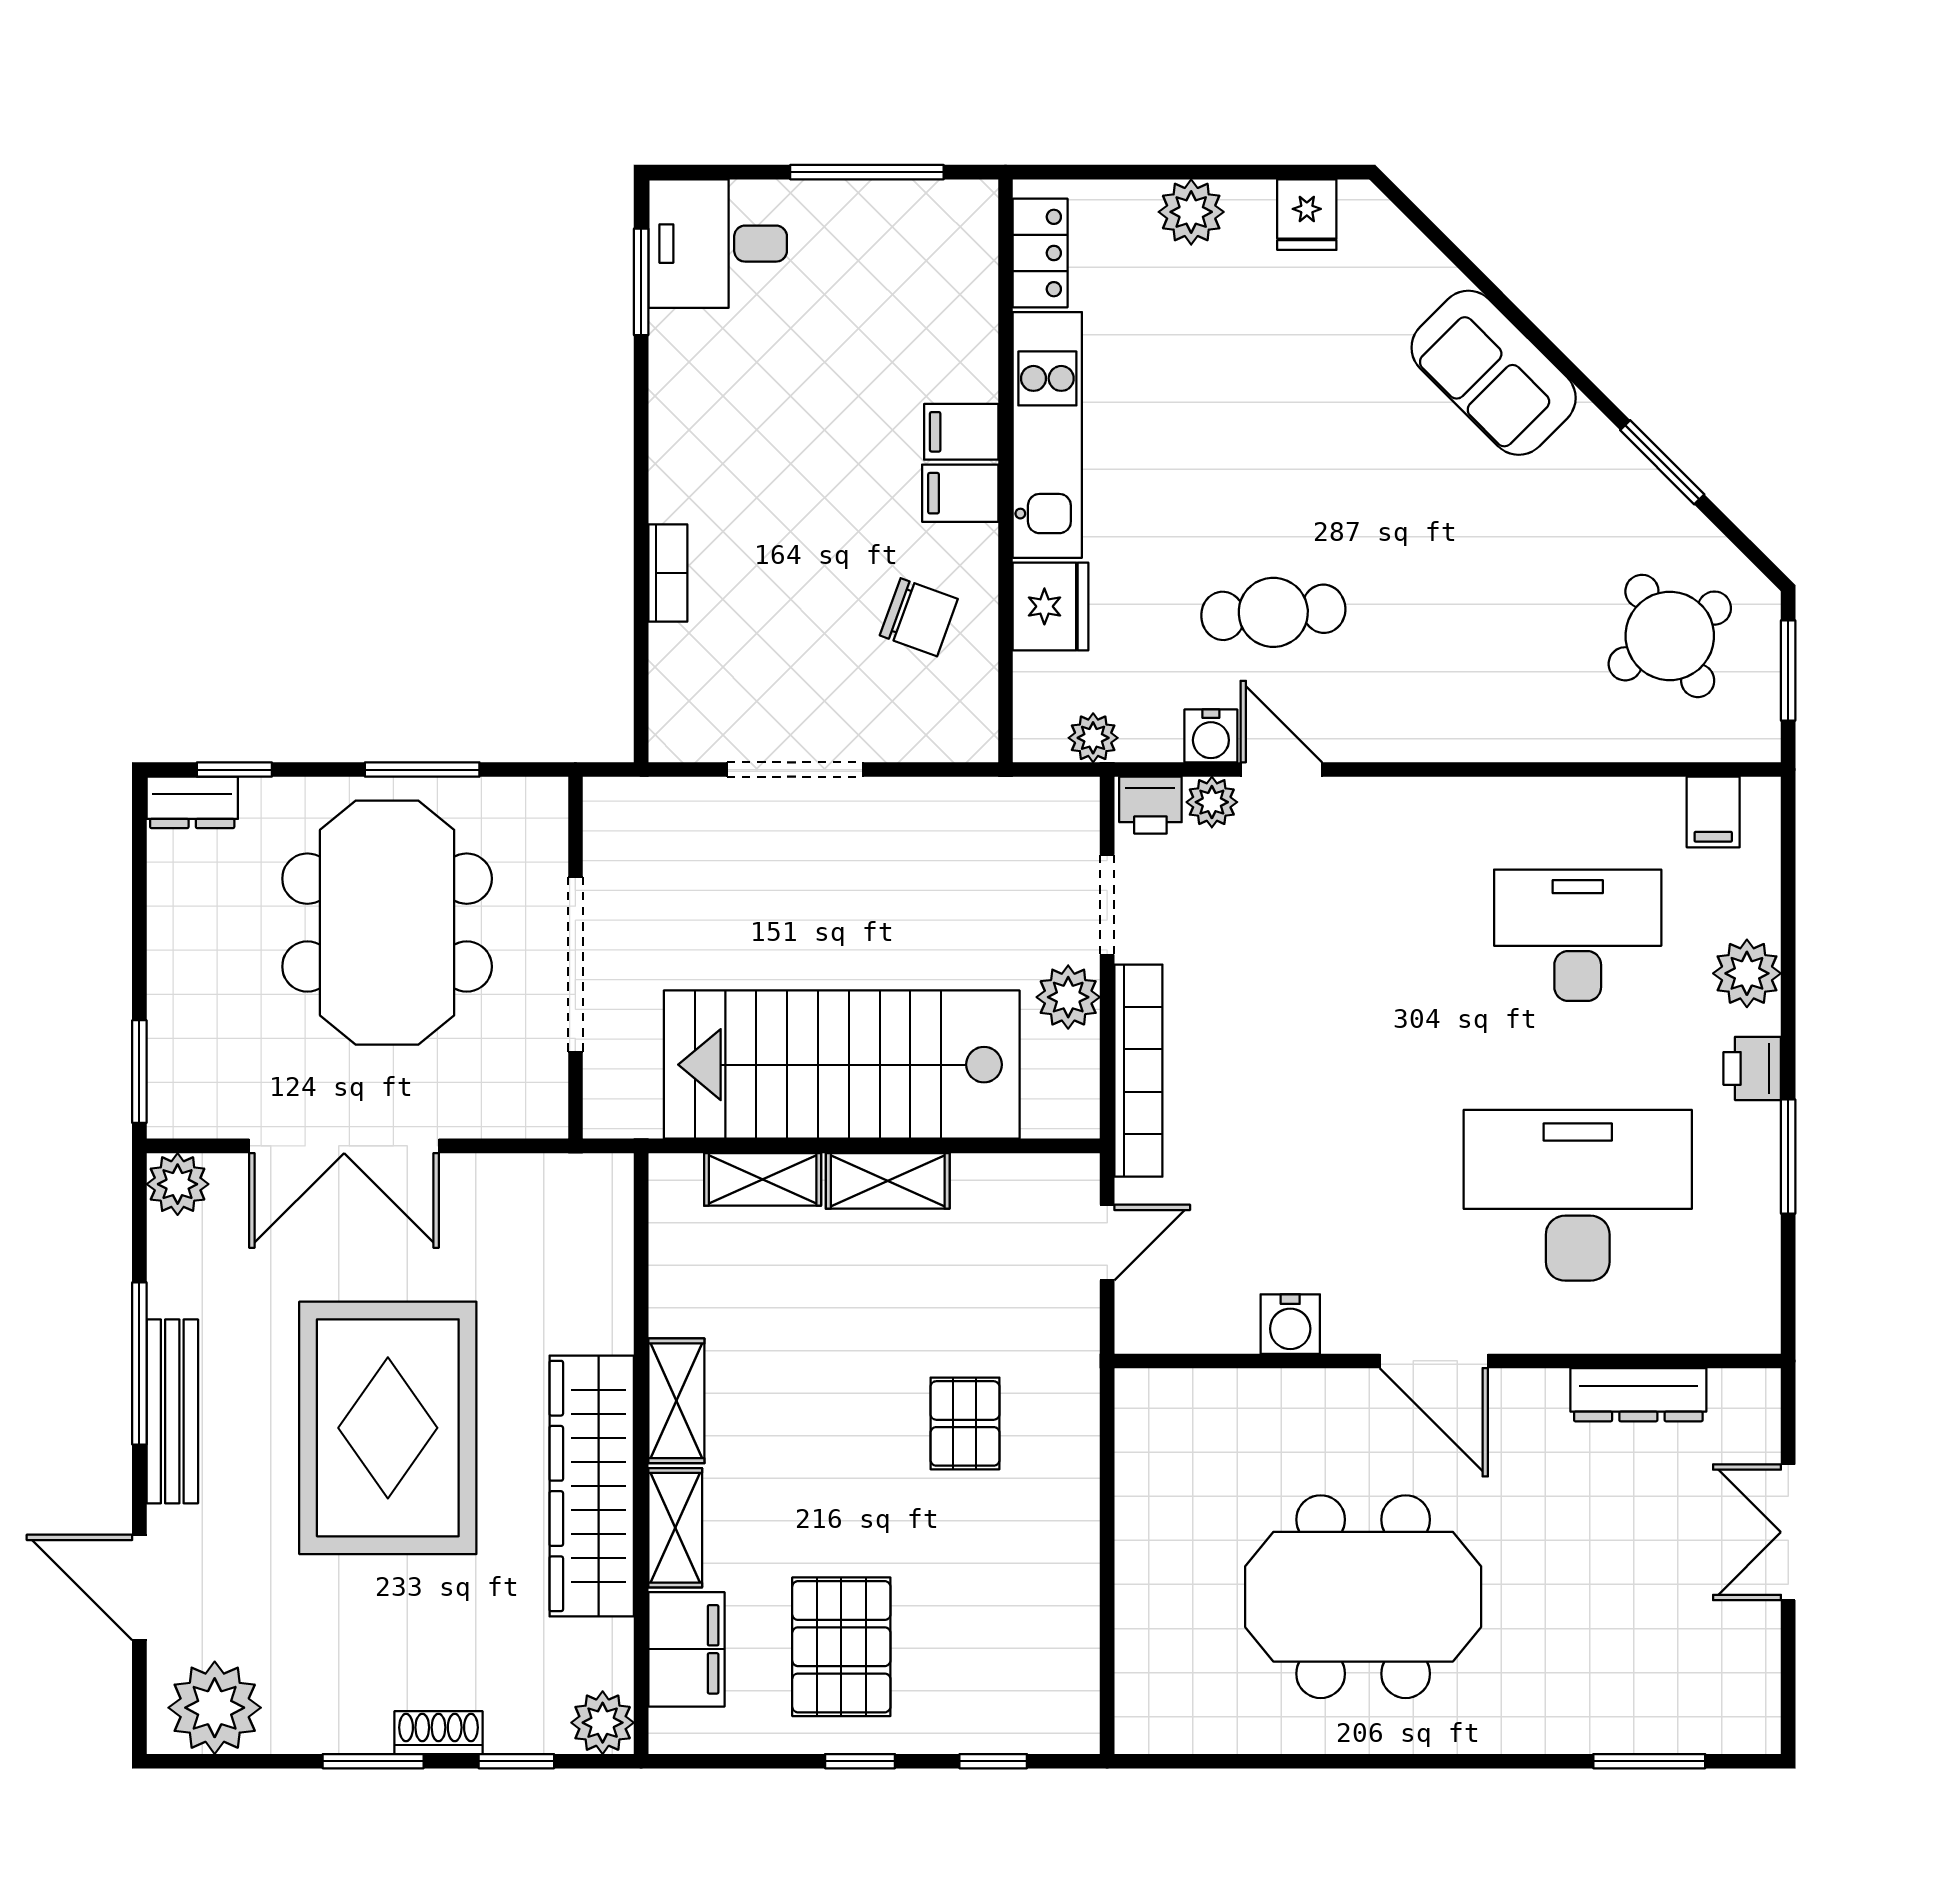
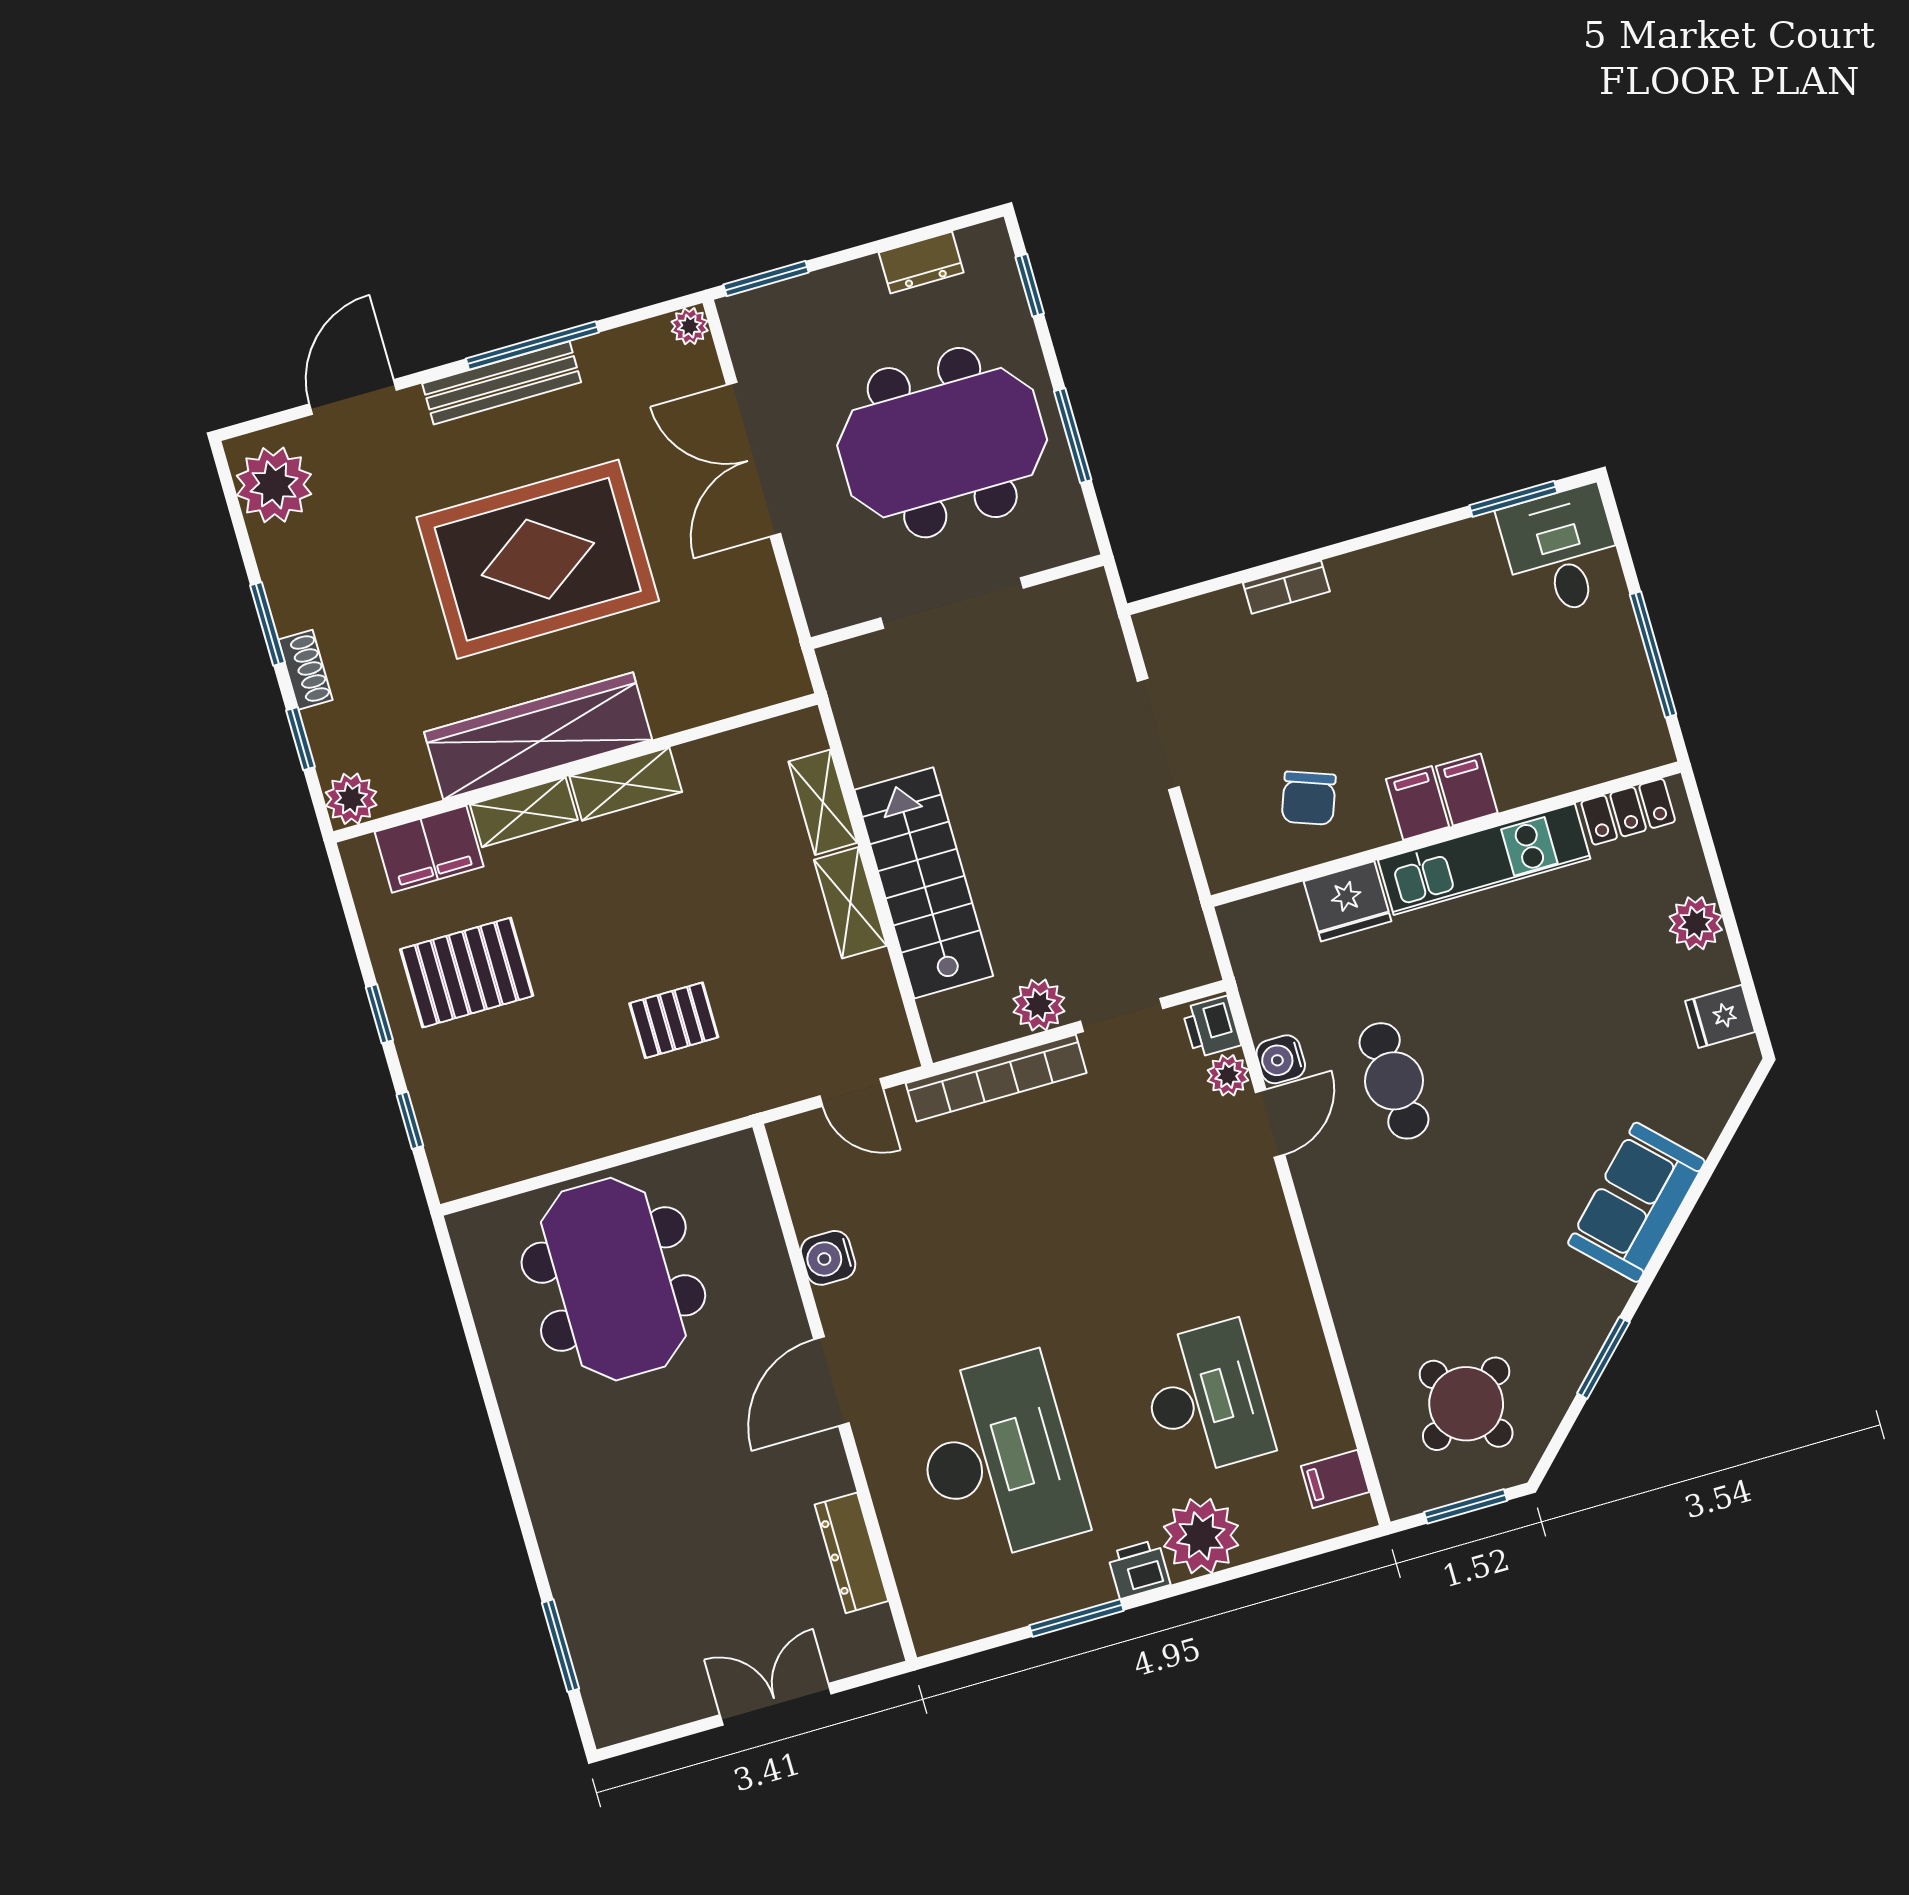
plant: (1093, 738) -> (1252, 965), removed
dresser: (192, 802) -> (921, 262), moved, turned -90
plant: (1747, 973) -> (1201, 1536), width x1.36, depth x1.36
stairs: (842, 1065) -> (924, 883), width x0.73, depth x0.66
plant: (178, 1184) -> (690, 326), width x0.73, depth x0.73
meeting table: (1363, 1597) -> (613, 1279), moved

